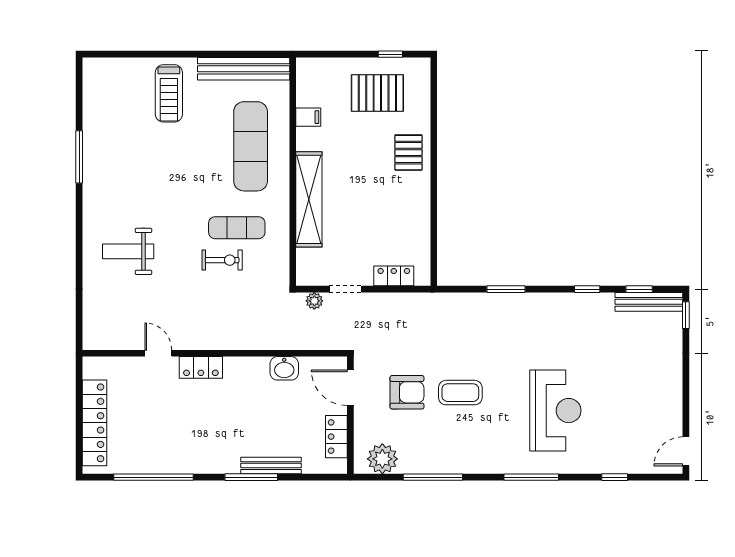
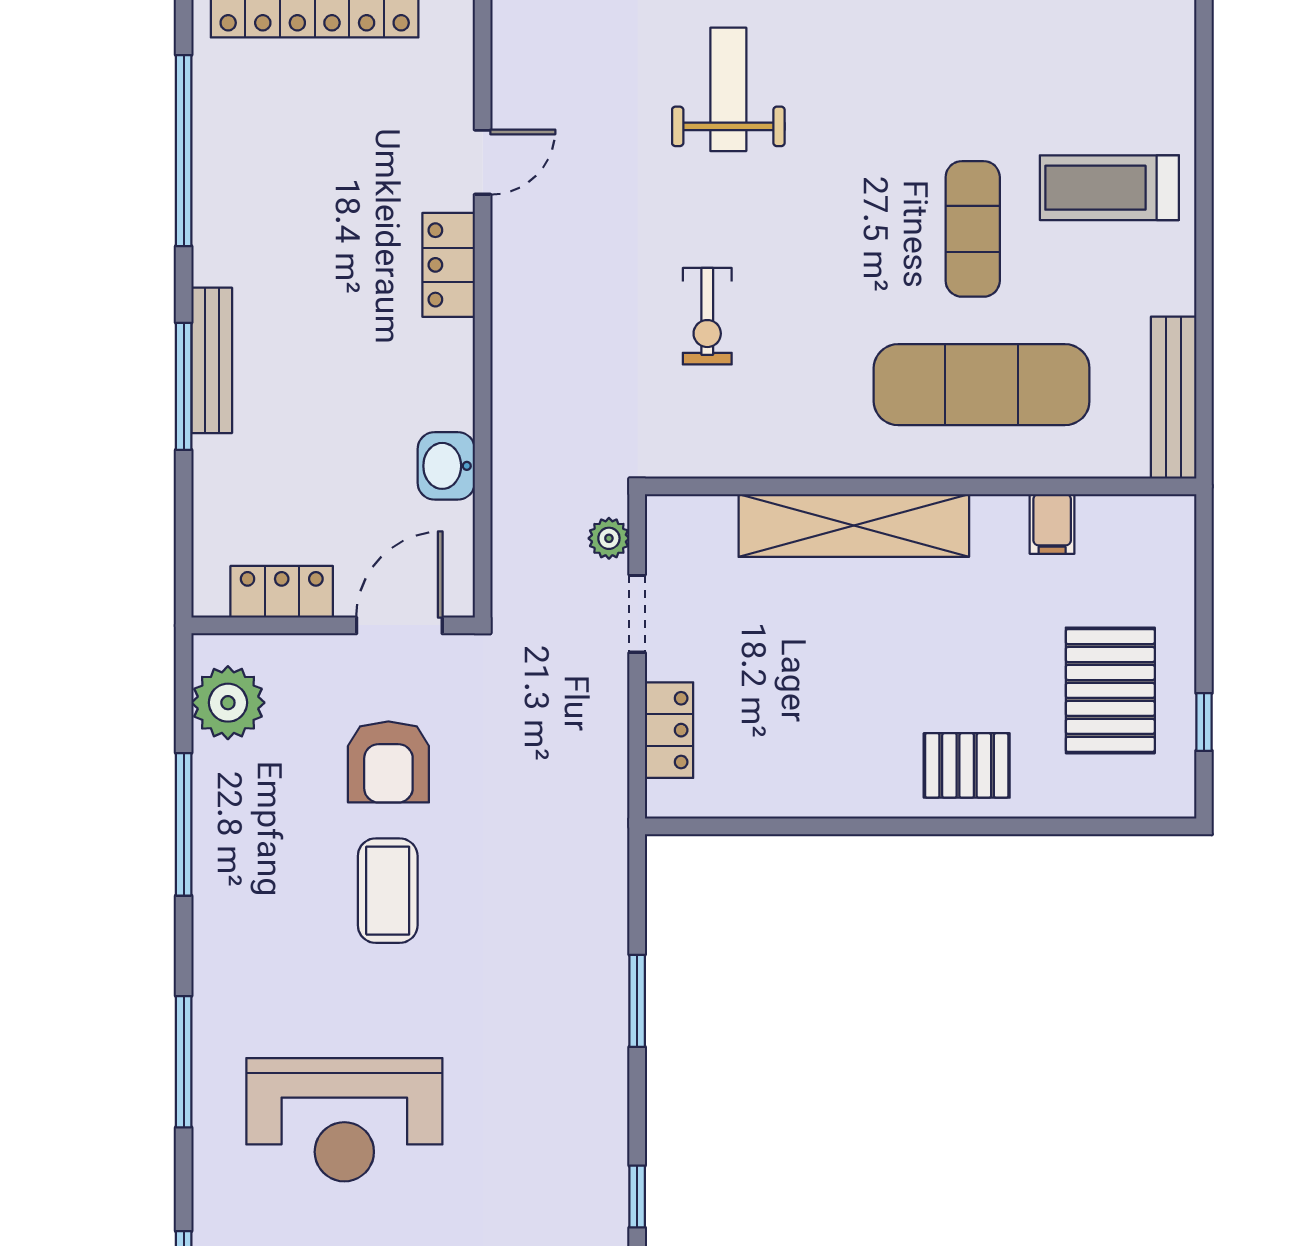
bench: (244, 69) -> (1174, 398), width x0.73, depth x0.82
exercise mat: (237, 228) -> (973, 229), moved
bench: (271, 466) -> (212, 360), moved

